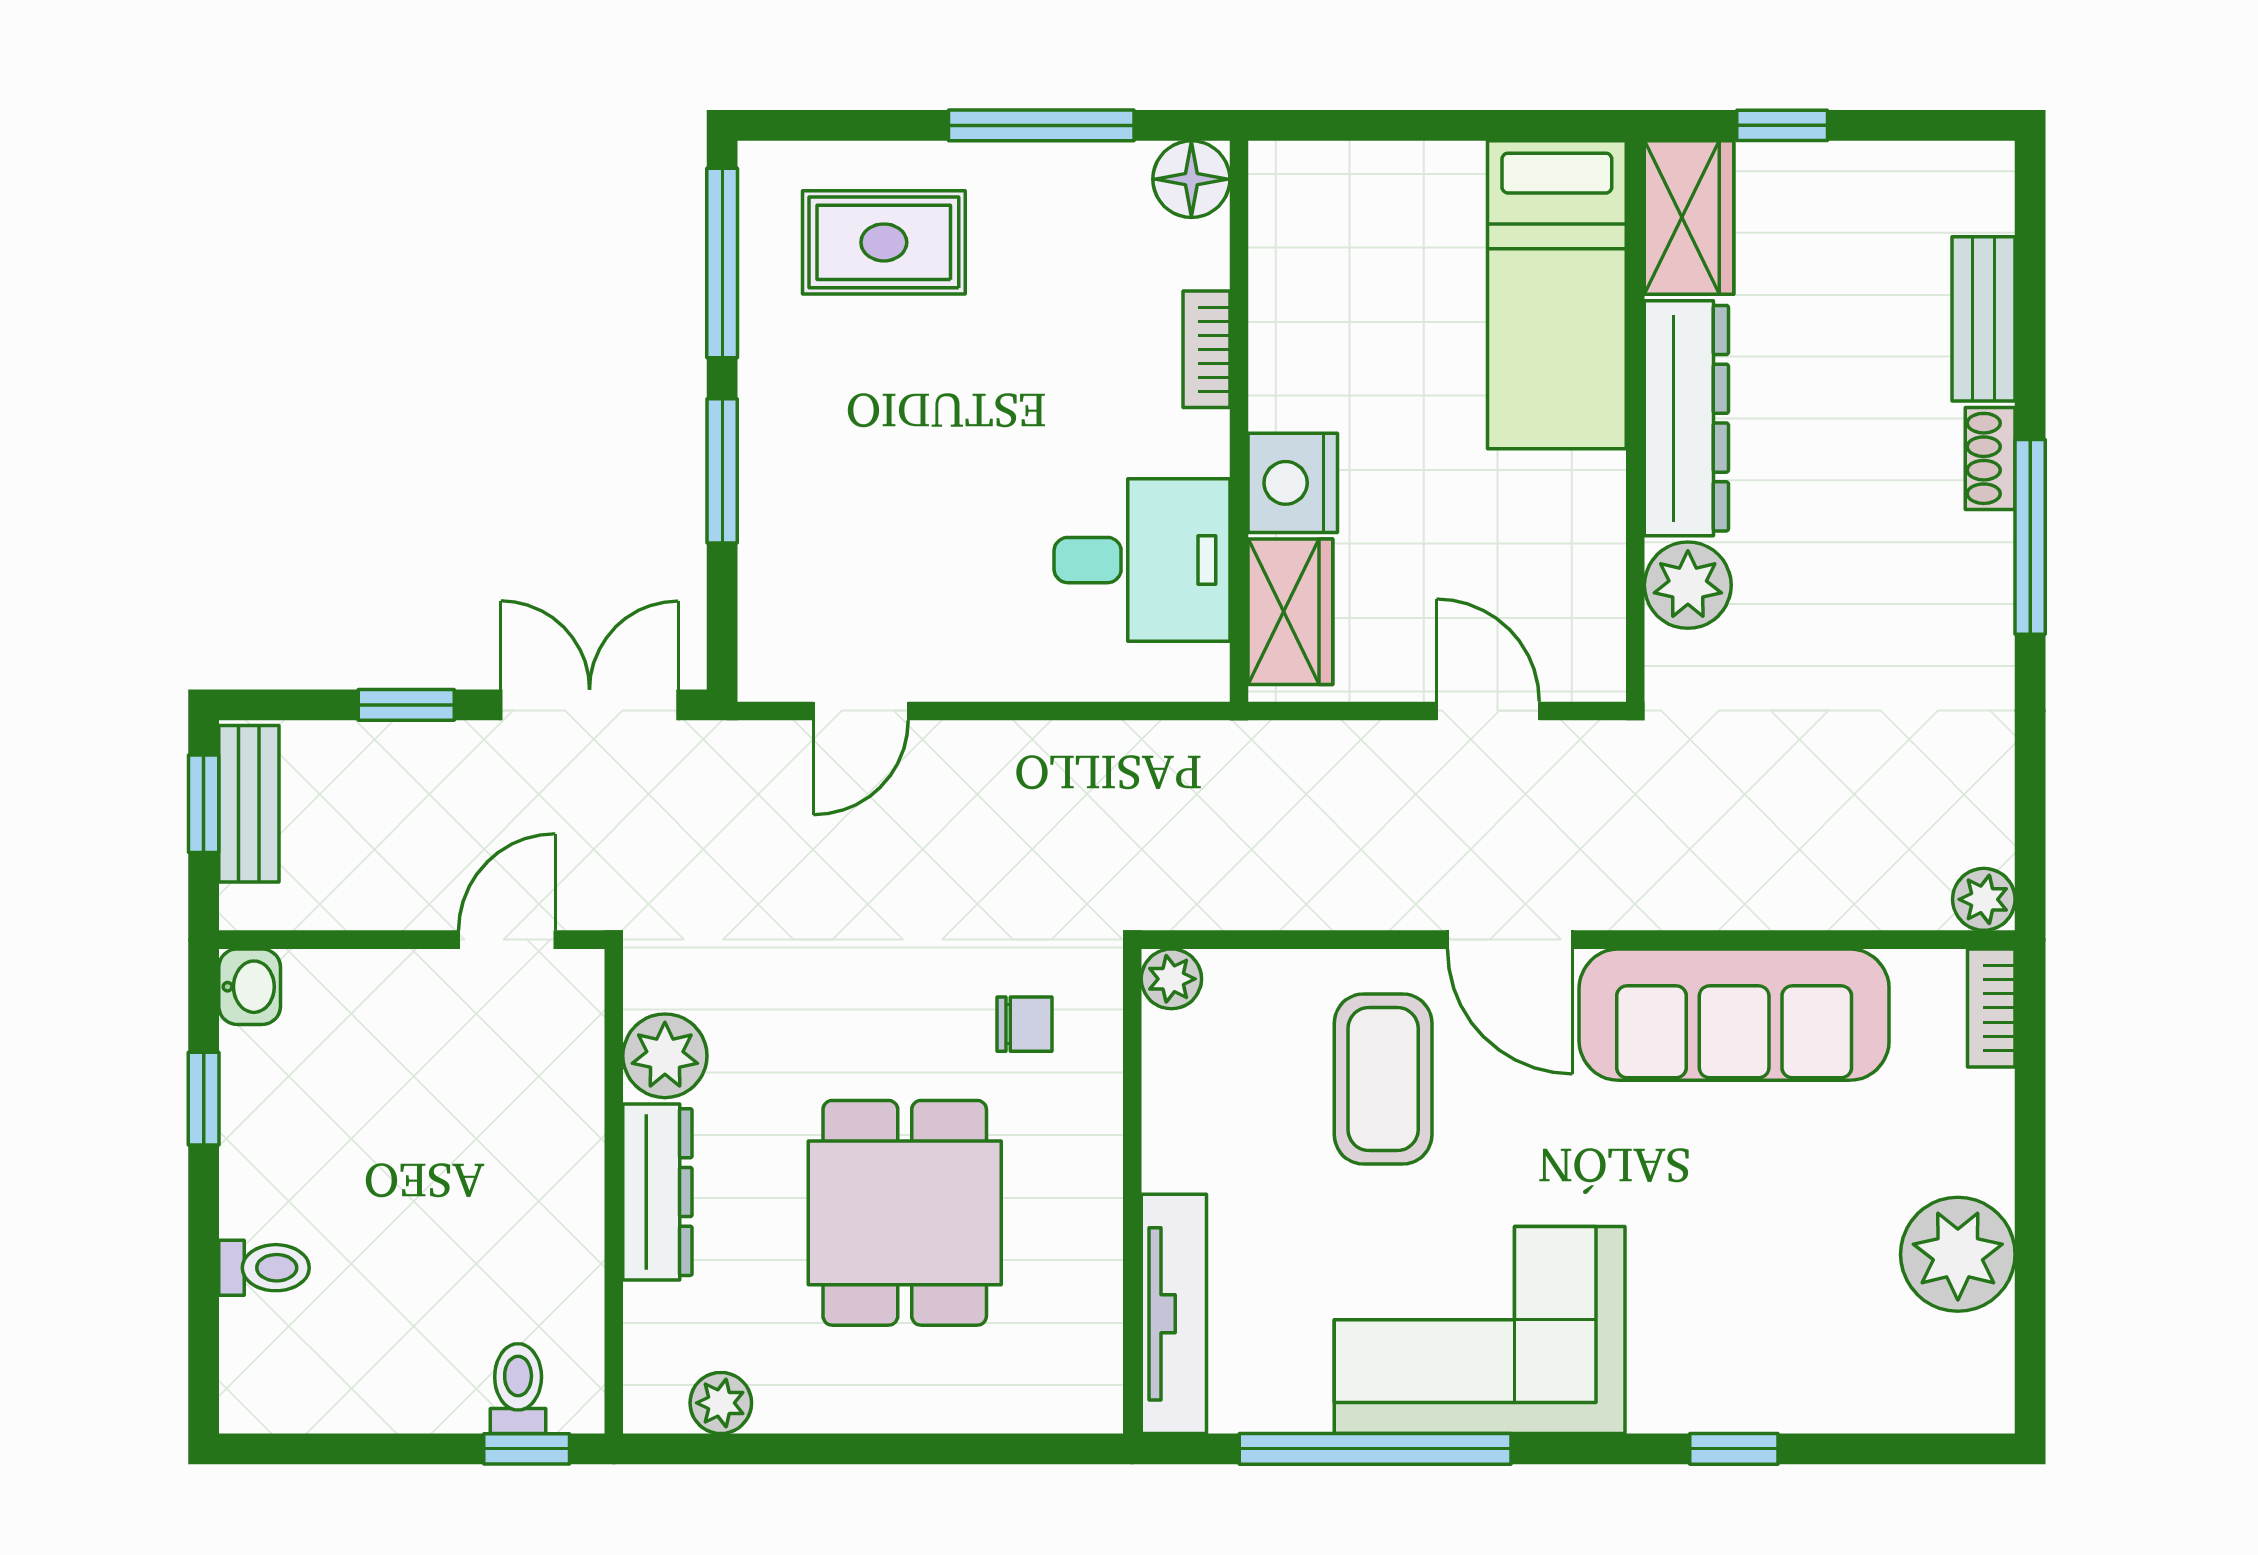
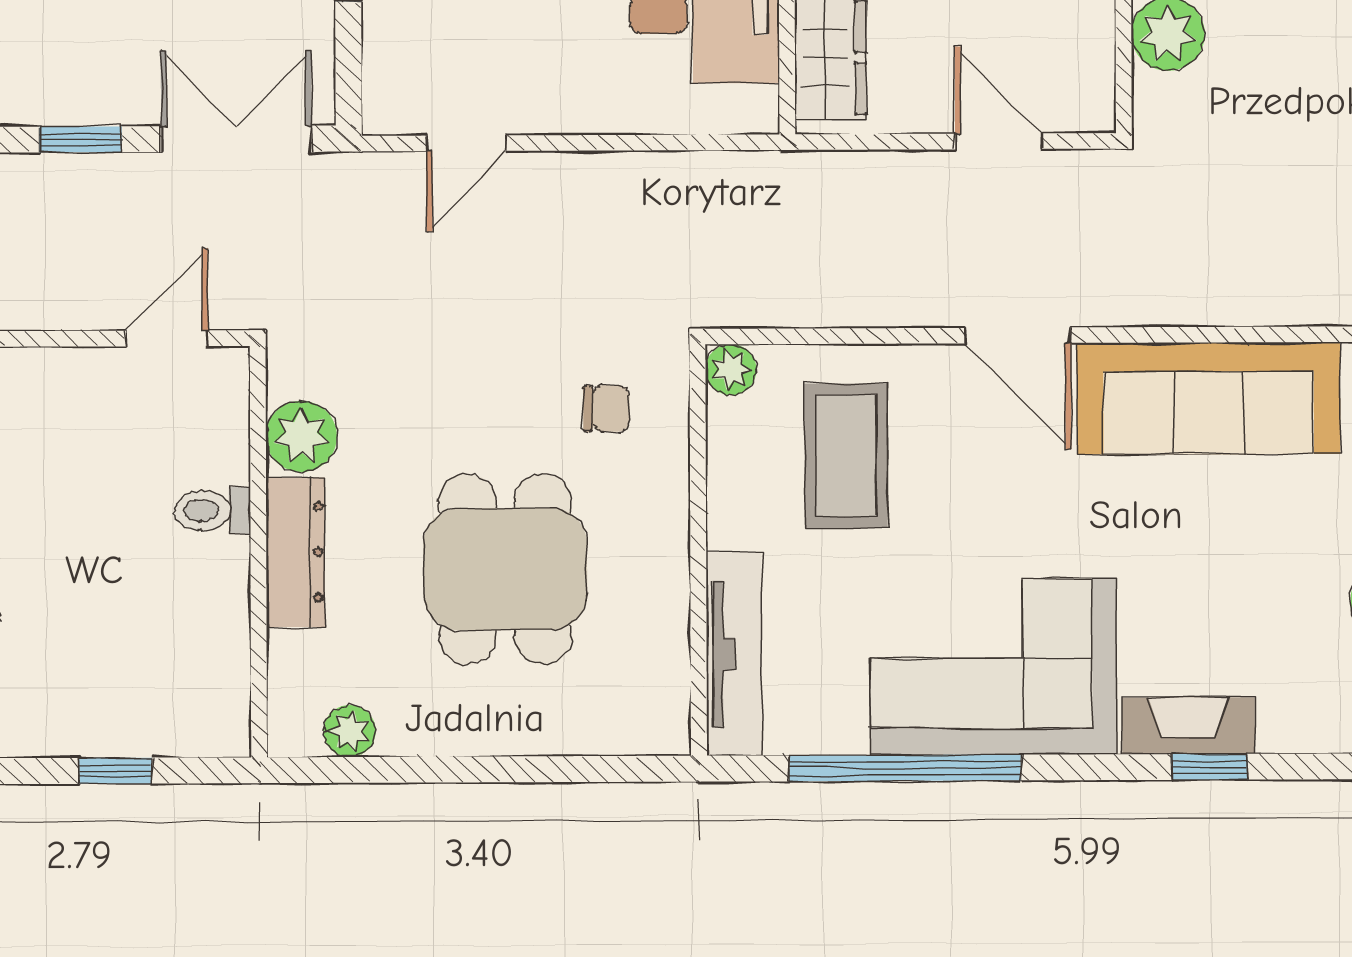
coffee table: (1383, 1079) -> (846, 456), moved
toilet: (518, 1389) -> (212, 511), moved, turned -90
fireplace: (1709, 1400) -> (1188, 726), added
window: (527, 1449) -> (116, 771), moved

